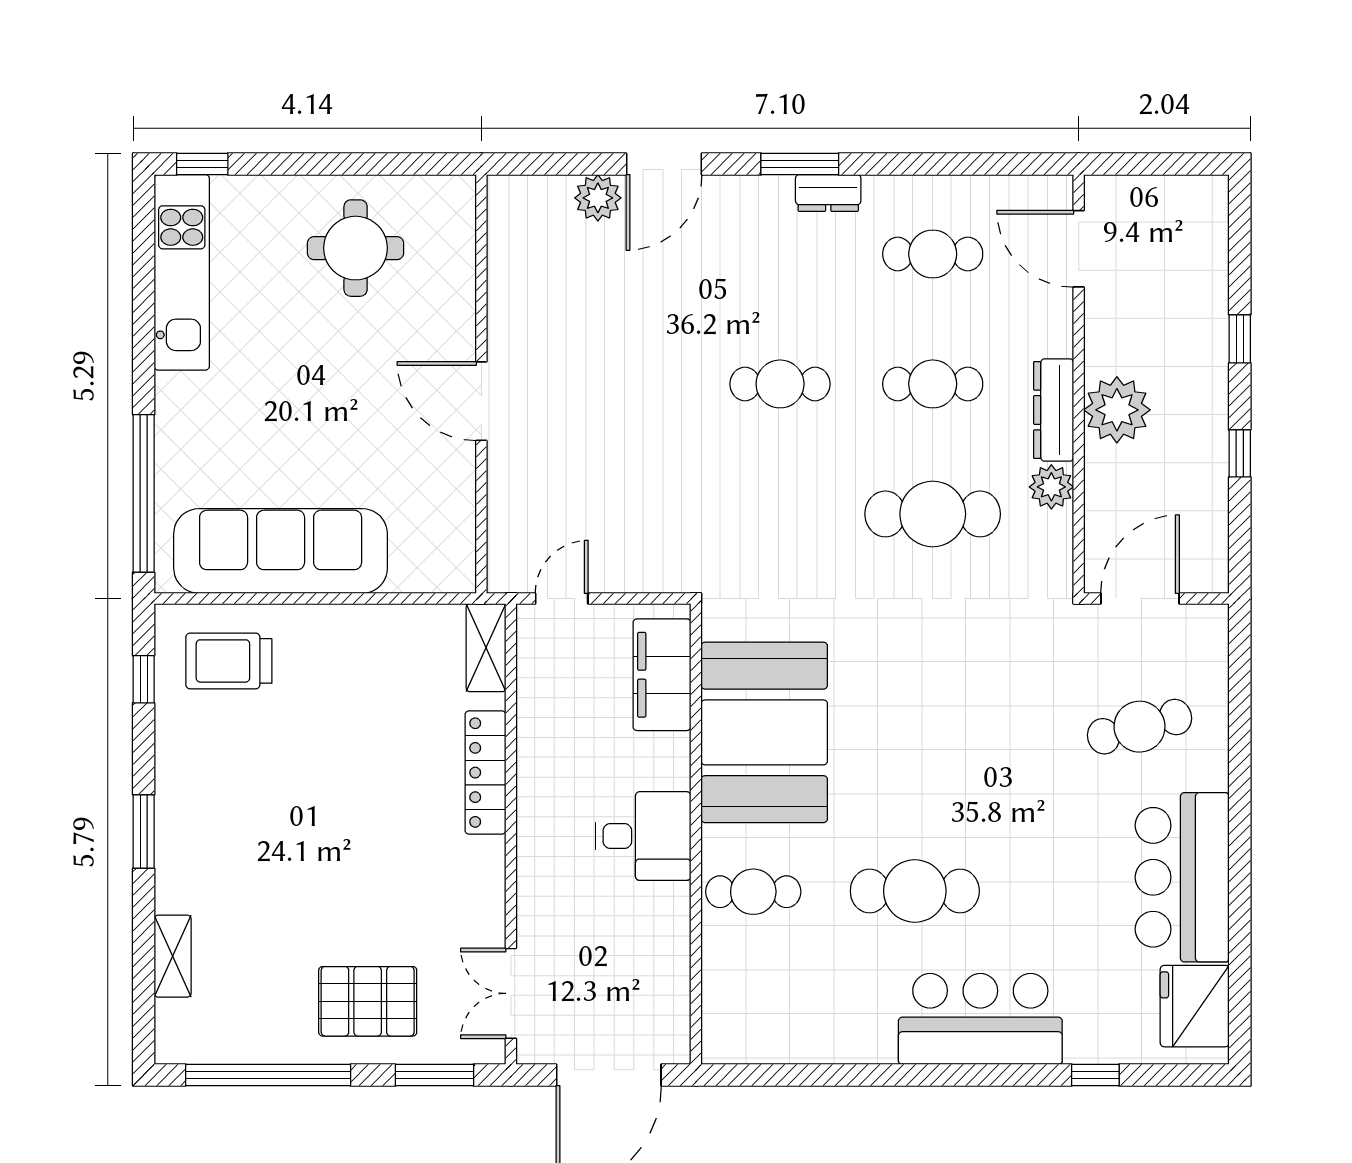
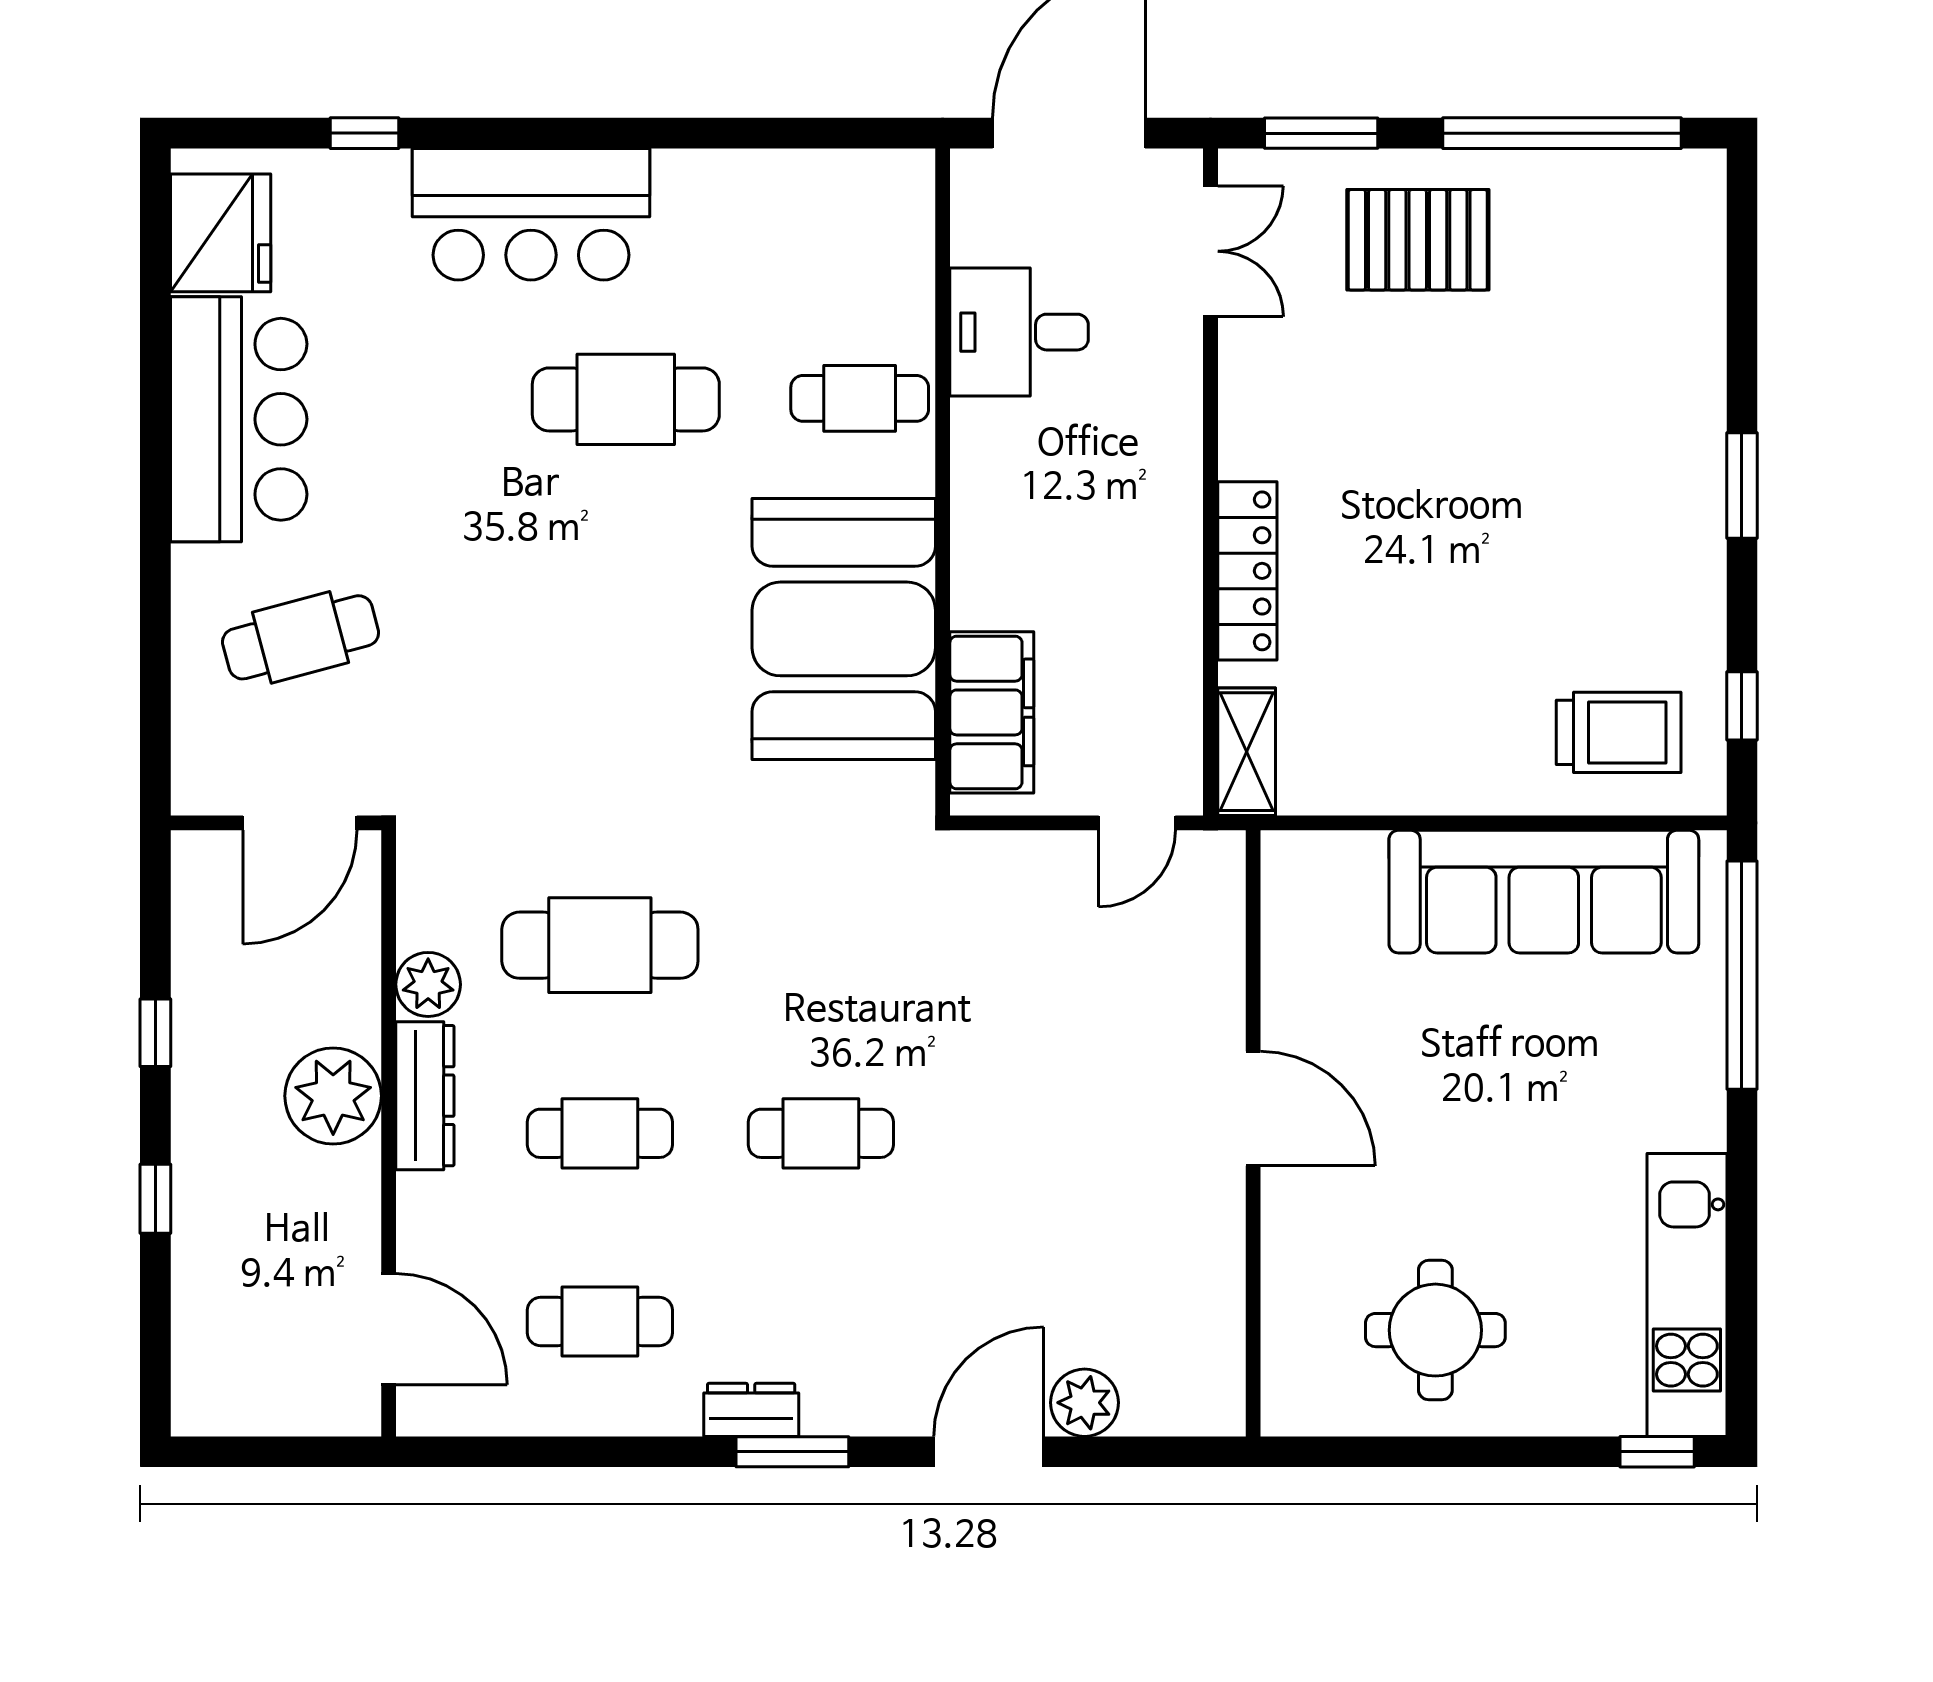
desk: (643, 836) -> (1019, 332), moved
shelving: (173, 956) -> (1700, 305), removed

